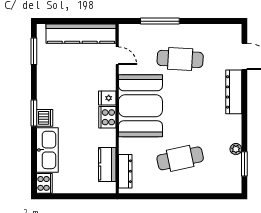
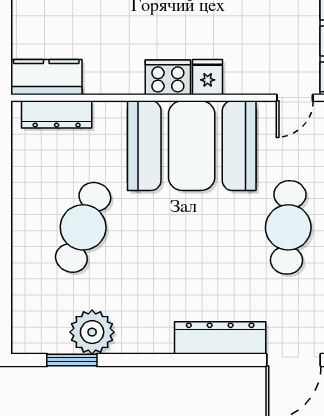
plant: (236, 149) -> (92, 332), width x1.87, depth x1.87
cafe table: (180, 158) -> (83, 227), turned 33
kitchen counter: (107, 164) -> (46, 77), moved

